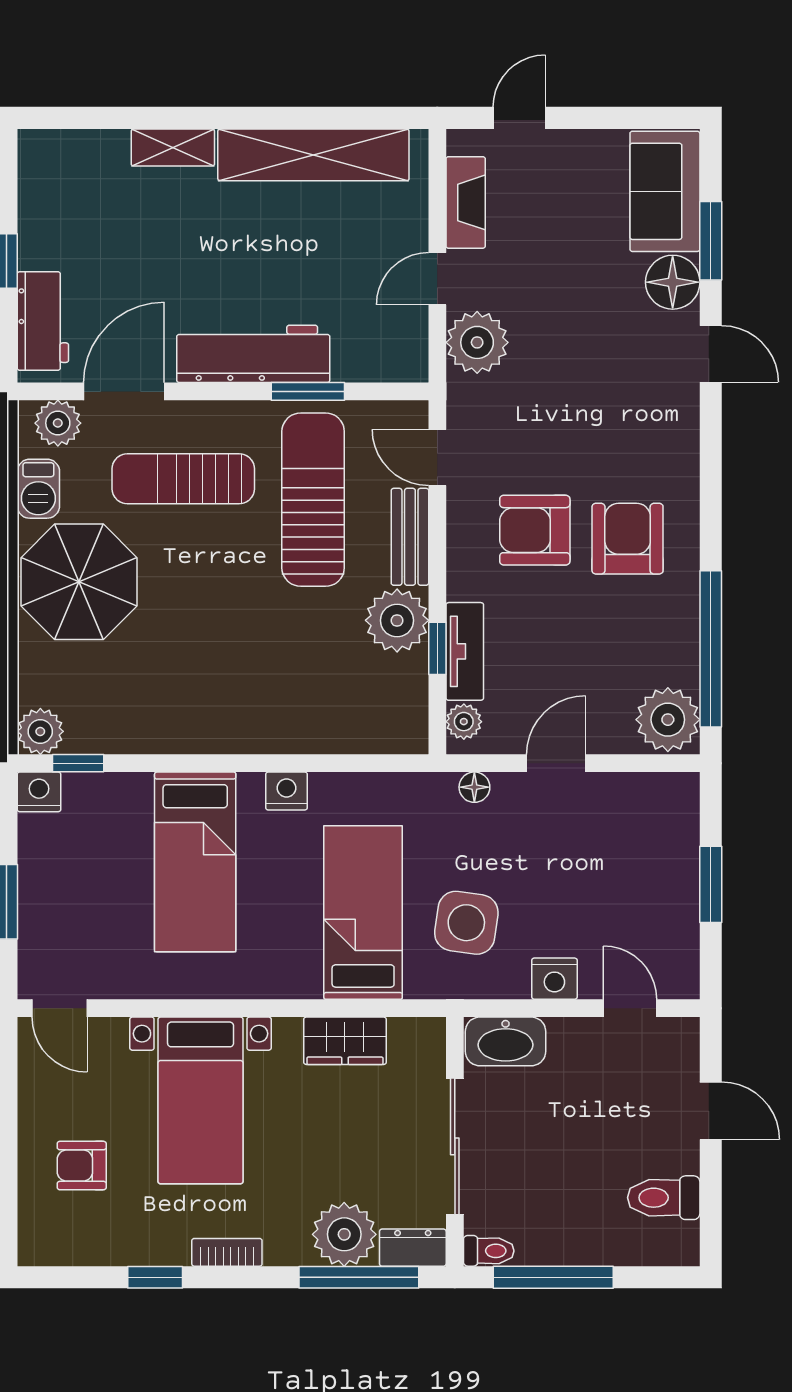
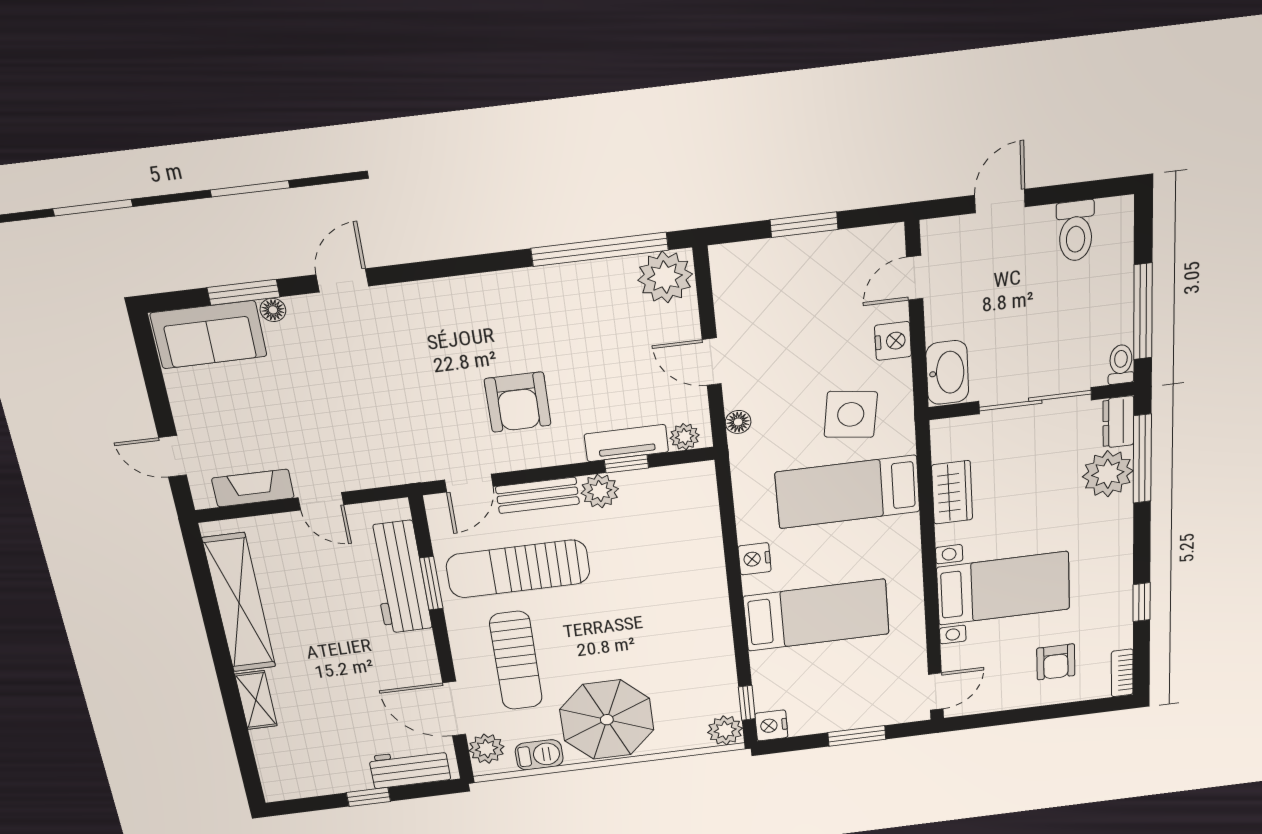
floor lamp: (673, 282) -> (273, 310), width x0.53, depth x0.53
plant: (477, 342) -> (368, 465), removed
workbench: (253, 354) -> (399, 577), moved
armchair: (628, 539) -> (514, 328), removed
plant: (397, 620) -> (600, 491), width x0.73, depth x0.73
bookcase: (227, 1252) -> (1122, 673), moved

